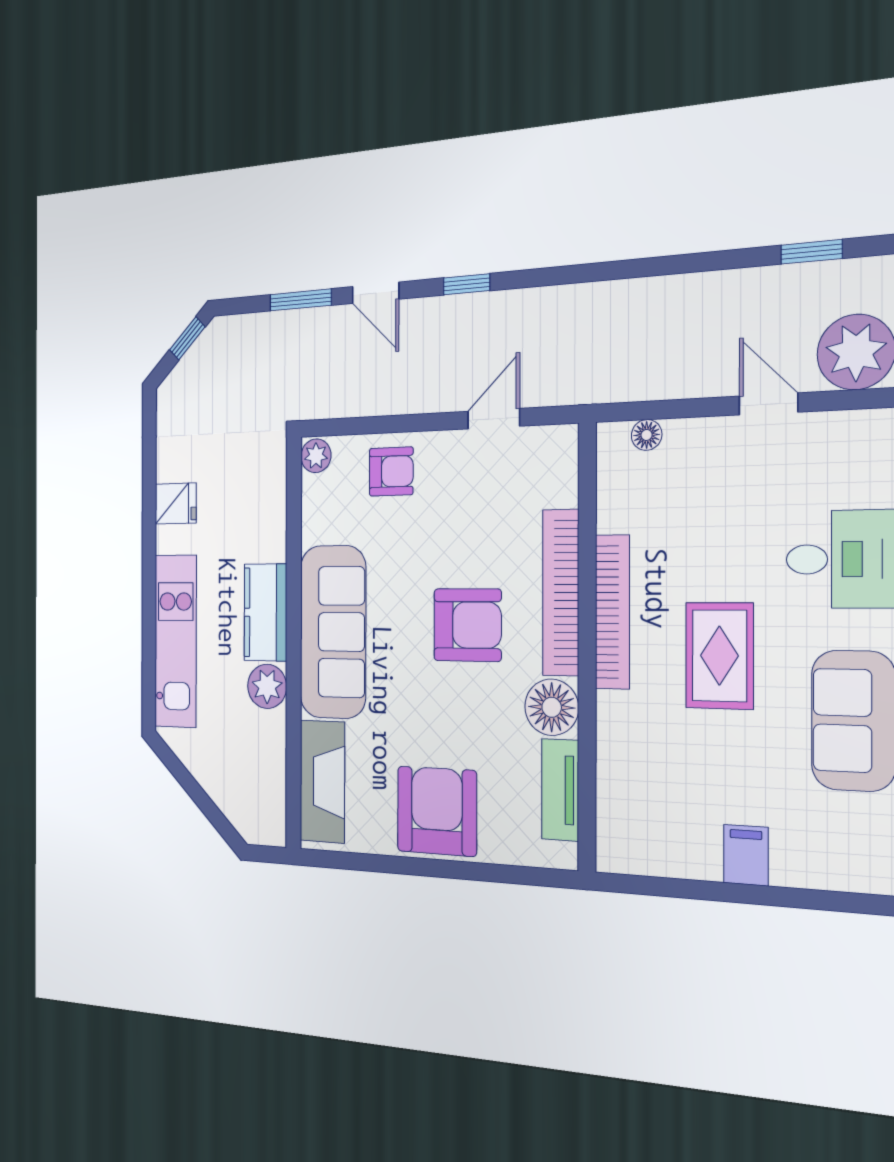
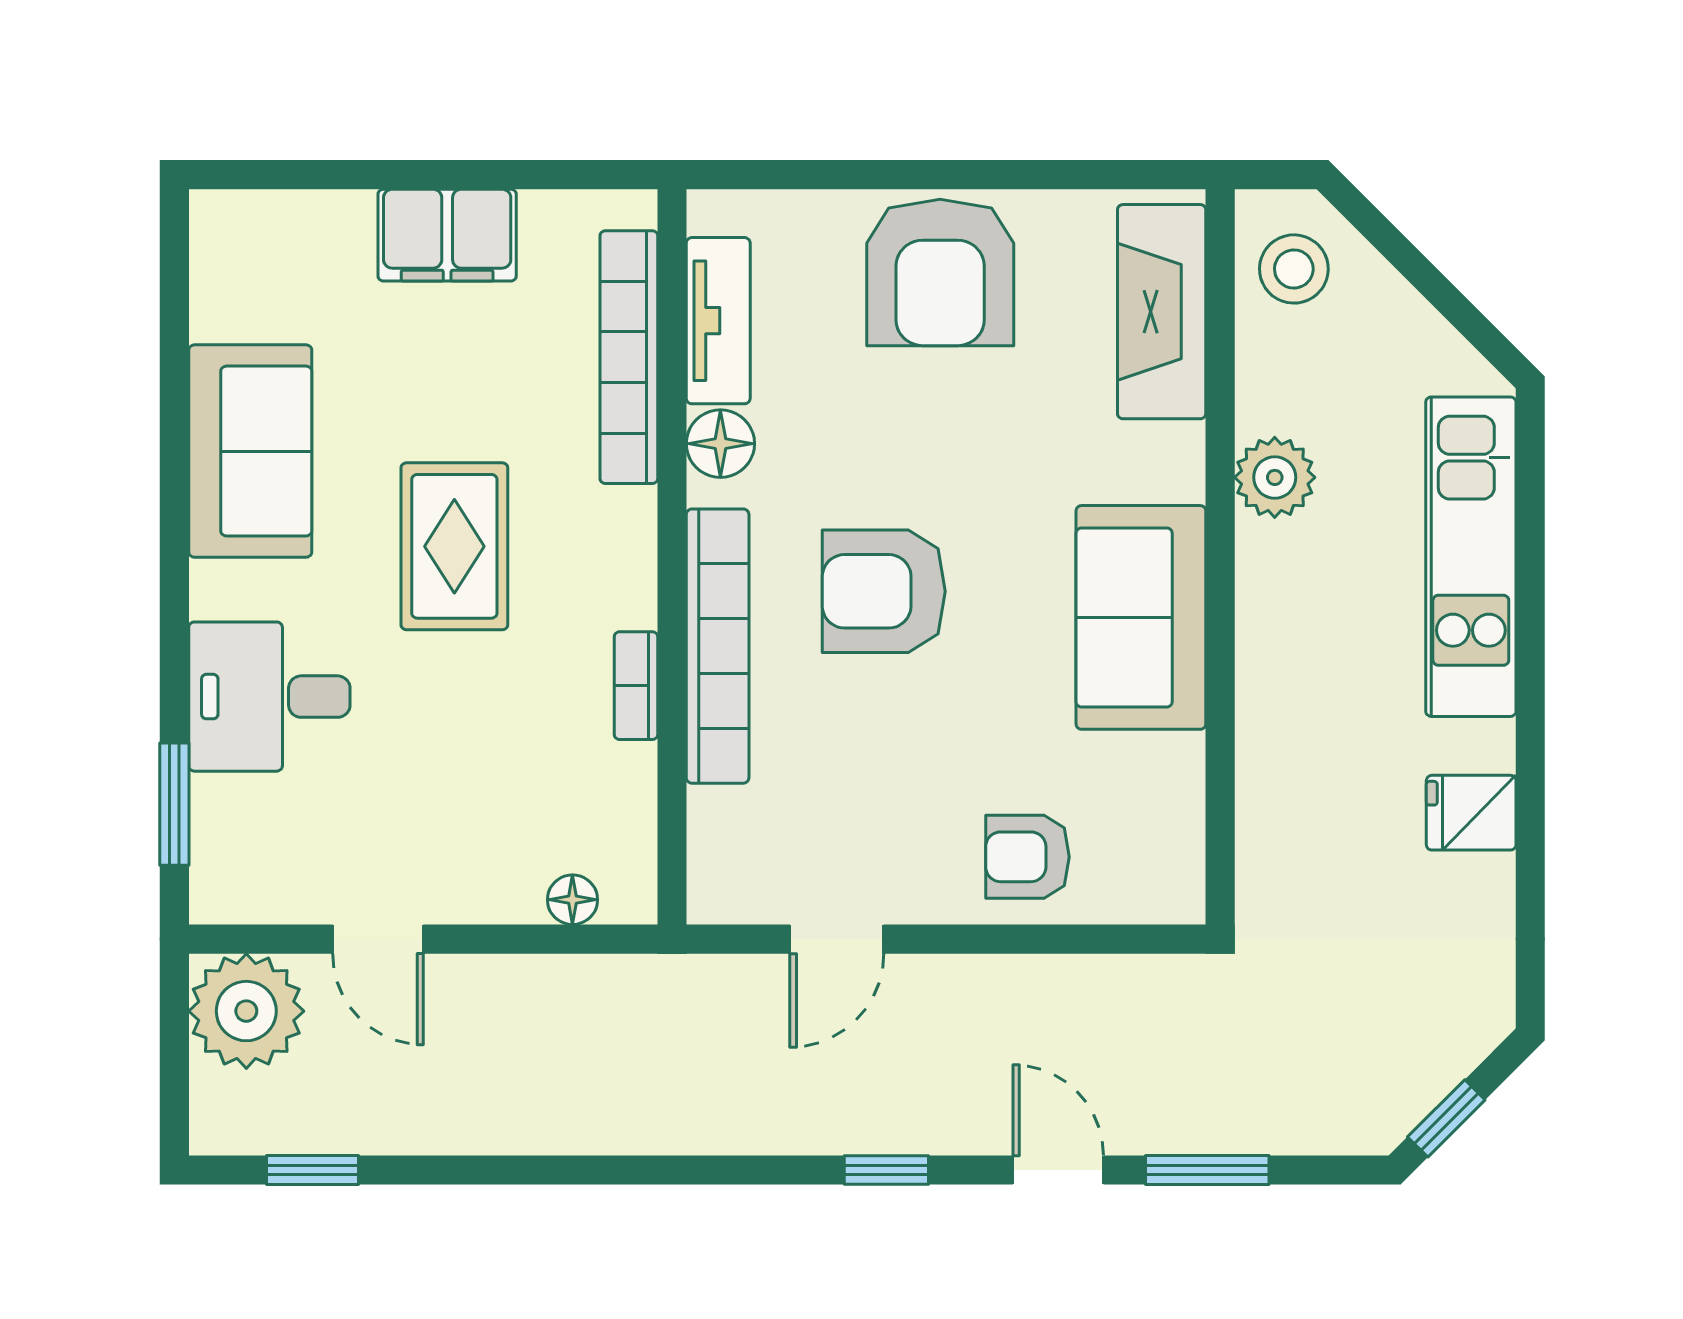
plant: (316, 456) -> (1176, 890), removed
kitchen counter: (265, 612) -> (1278, 611), removed
bookcase: (612, 612) -> (636, 686), width x0.43, depth x0.76
sofa: (333, 632) -> (1141, 617), width x0.73
floor lamp: (552, 707) -> (720, 444), width x0.73, depth x0.73
bookcase: (612, 770) -> (629, 357), added
stool: (258, 801) -> (1294, 269), added
filing cabinet: (746, 855) -> (447, 235), width x2.00

